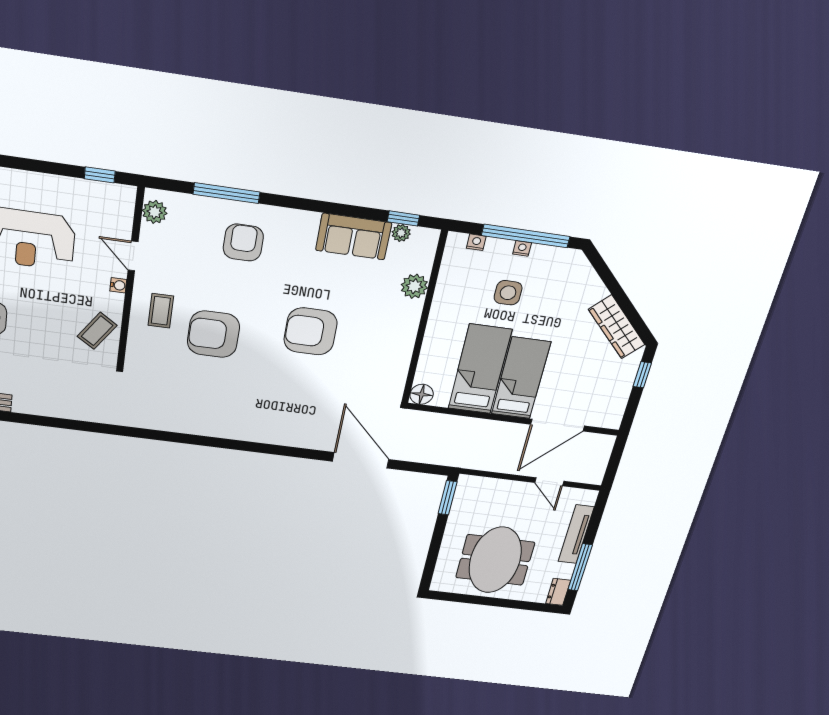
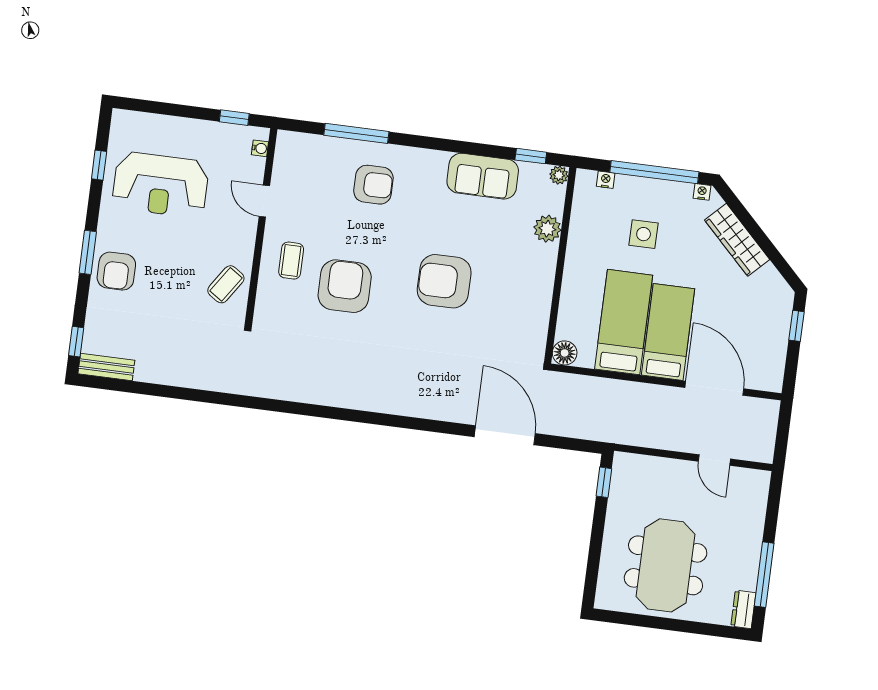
plant: (155, 212) -> (286, 154), removed
plant: (401, 233) -> (559, 175), moved
armchair: (243, 243) -> (373, 185), turned 90
nightstand: (522, 248) -> (702, 192), moved
water cooler: (118, 285) -> (260, 148), moved
wardrobe: (617, 327) -> (737, 240), moved
armchair: (213, 334) -> (345, 286), turned 90
door: (558, 425) -> (714, 388), swing flipped
window: (448, 498) -> (604, 482), width x0.67
tv unit: (576, 534) -> (753, 529), removed

